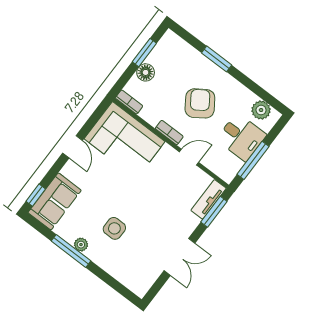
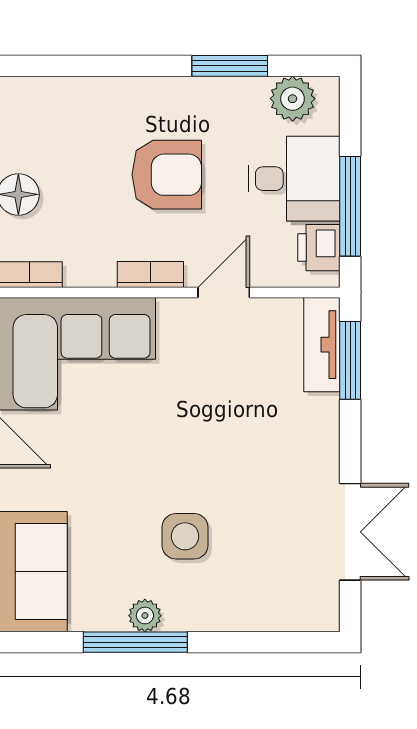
window: (217, 59) -> (230, 66), moved
armchair: (200, 103) -> (167, 175), turned 124
printer: (232, 166) -> (319, 248), added
double door: (180, 257) -> (350, 532), moved

